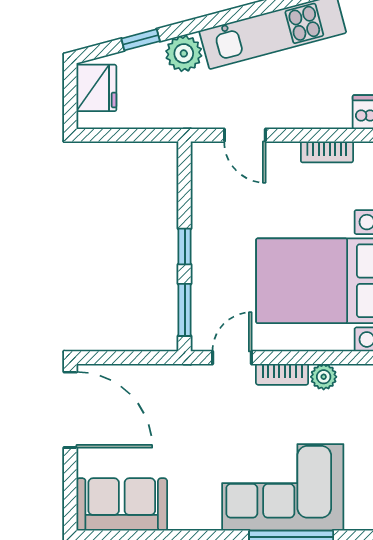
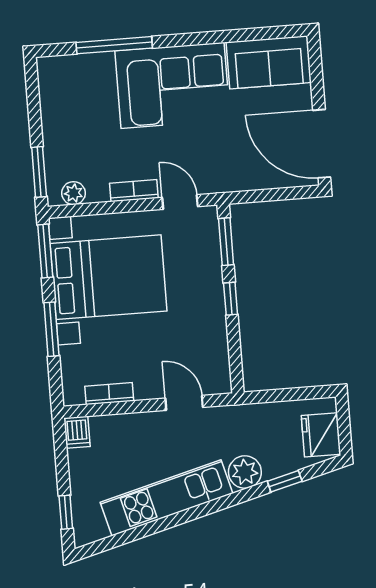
door: (232, 358) -> (180, 202), swing flipped
plant: (324, 377) -> (74, 193), moved
corner sofa: (283, 487) -> (173, 85), moved

